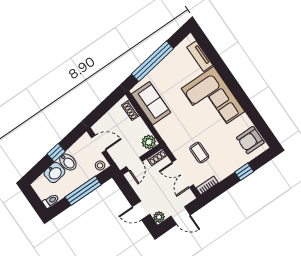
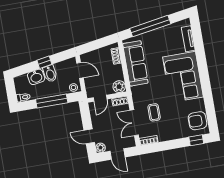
sofa: (151, 103) -> (135, 63), width x1.36
window: (244, 172) -> (196, 140), moved

